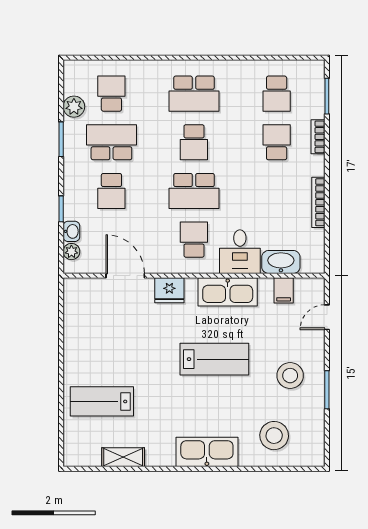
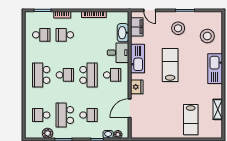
school desk: (194, 94) -> (41, 75), turned 180
school desk: (194, 240) -> (112, 75), turned 180
filing cabinet: (284, 290) -> (137, 27), width x2.00

